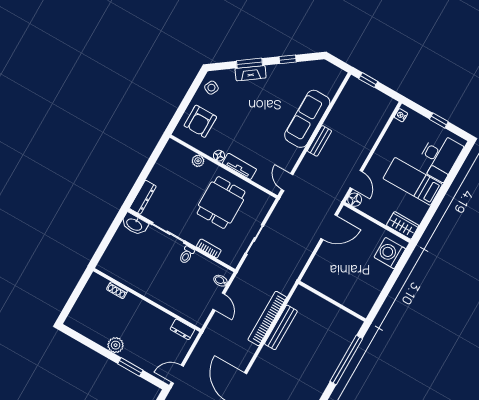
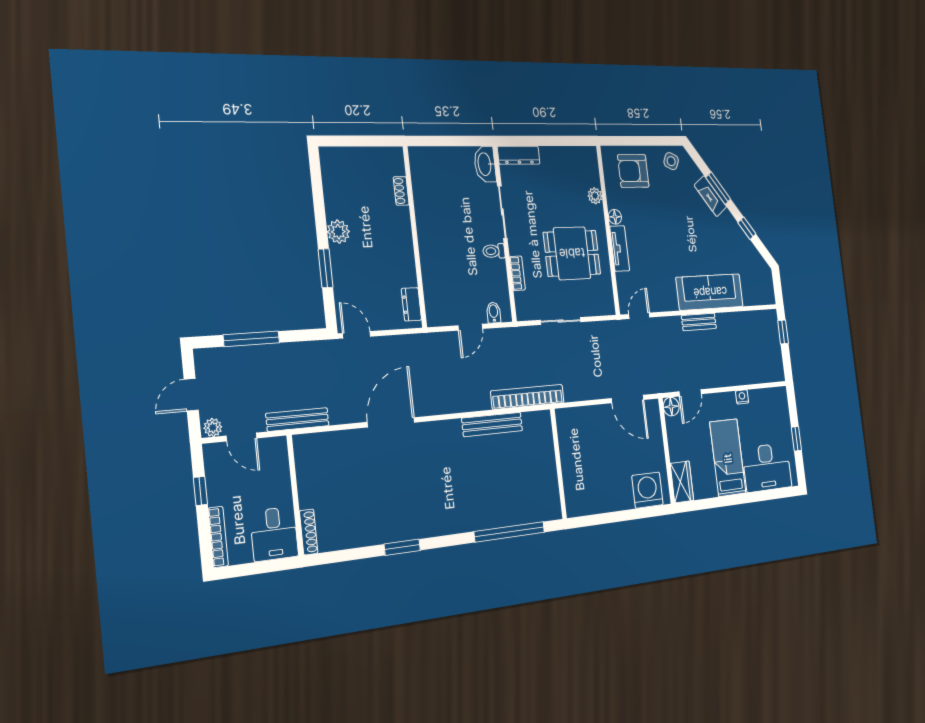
nightstand: (401, 115) -> (742, 397), moved
bookcase: (267, 318) -> (528, 397), moved

